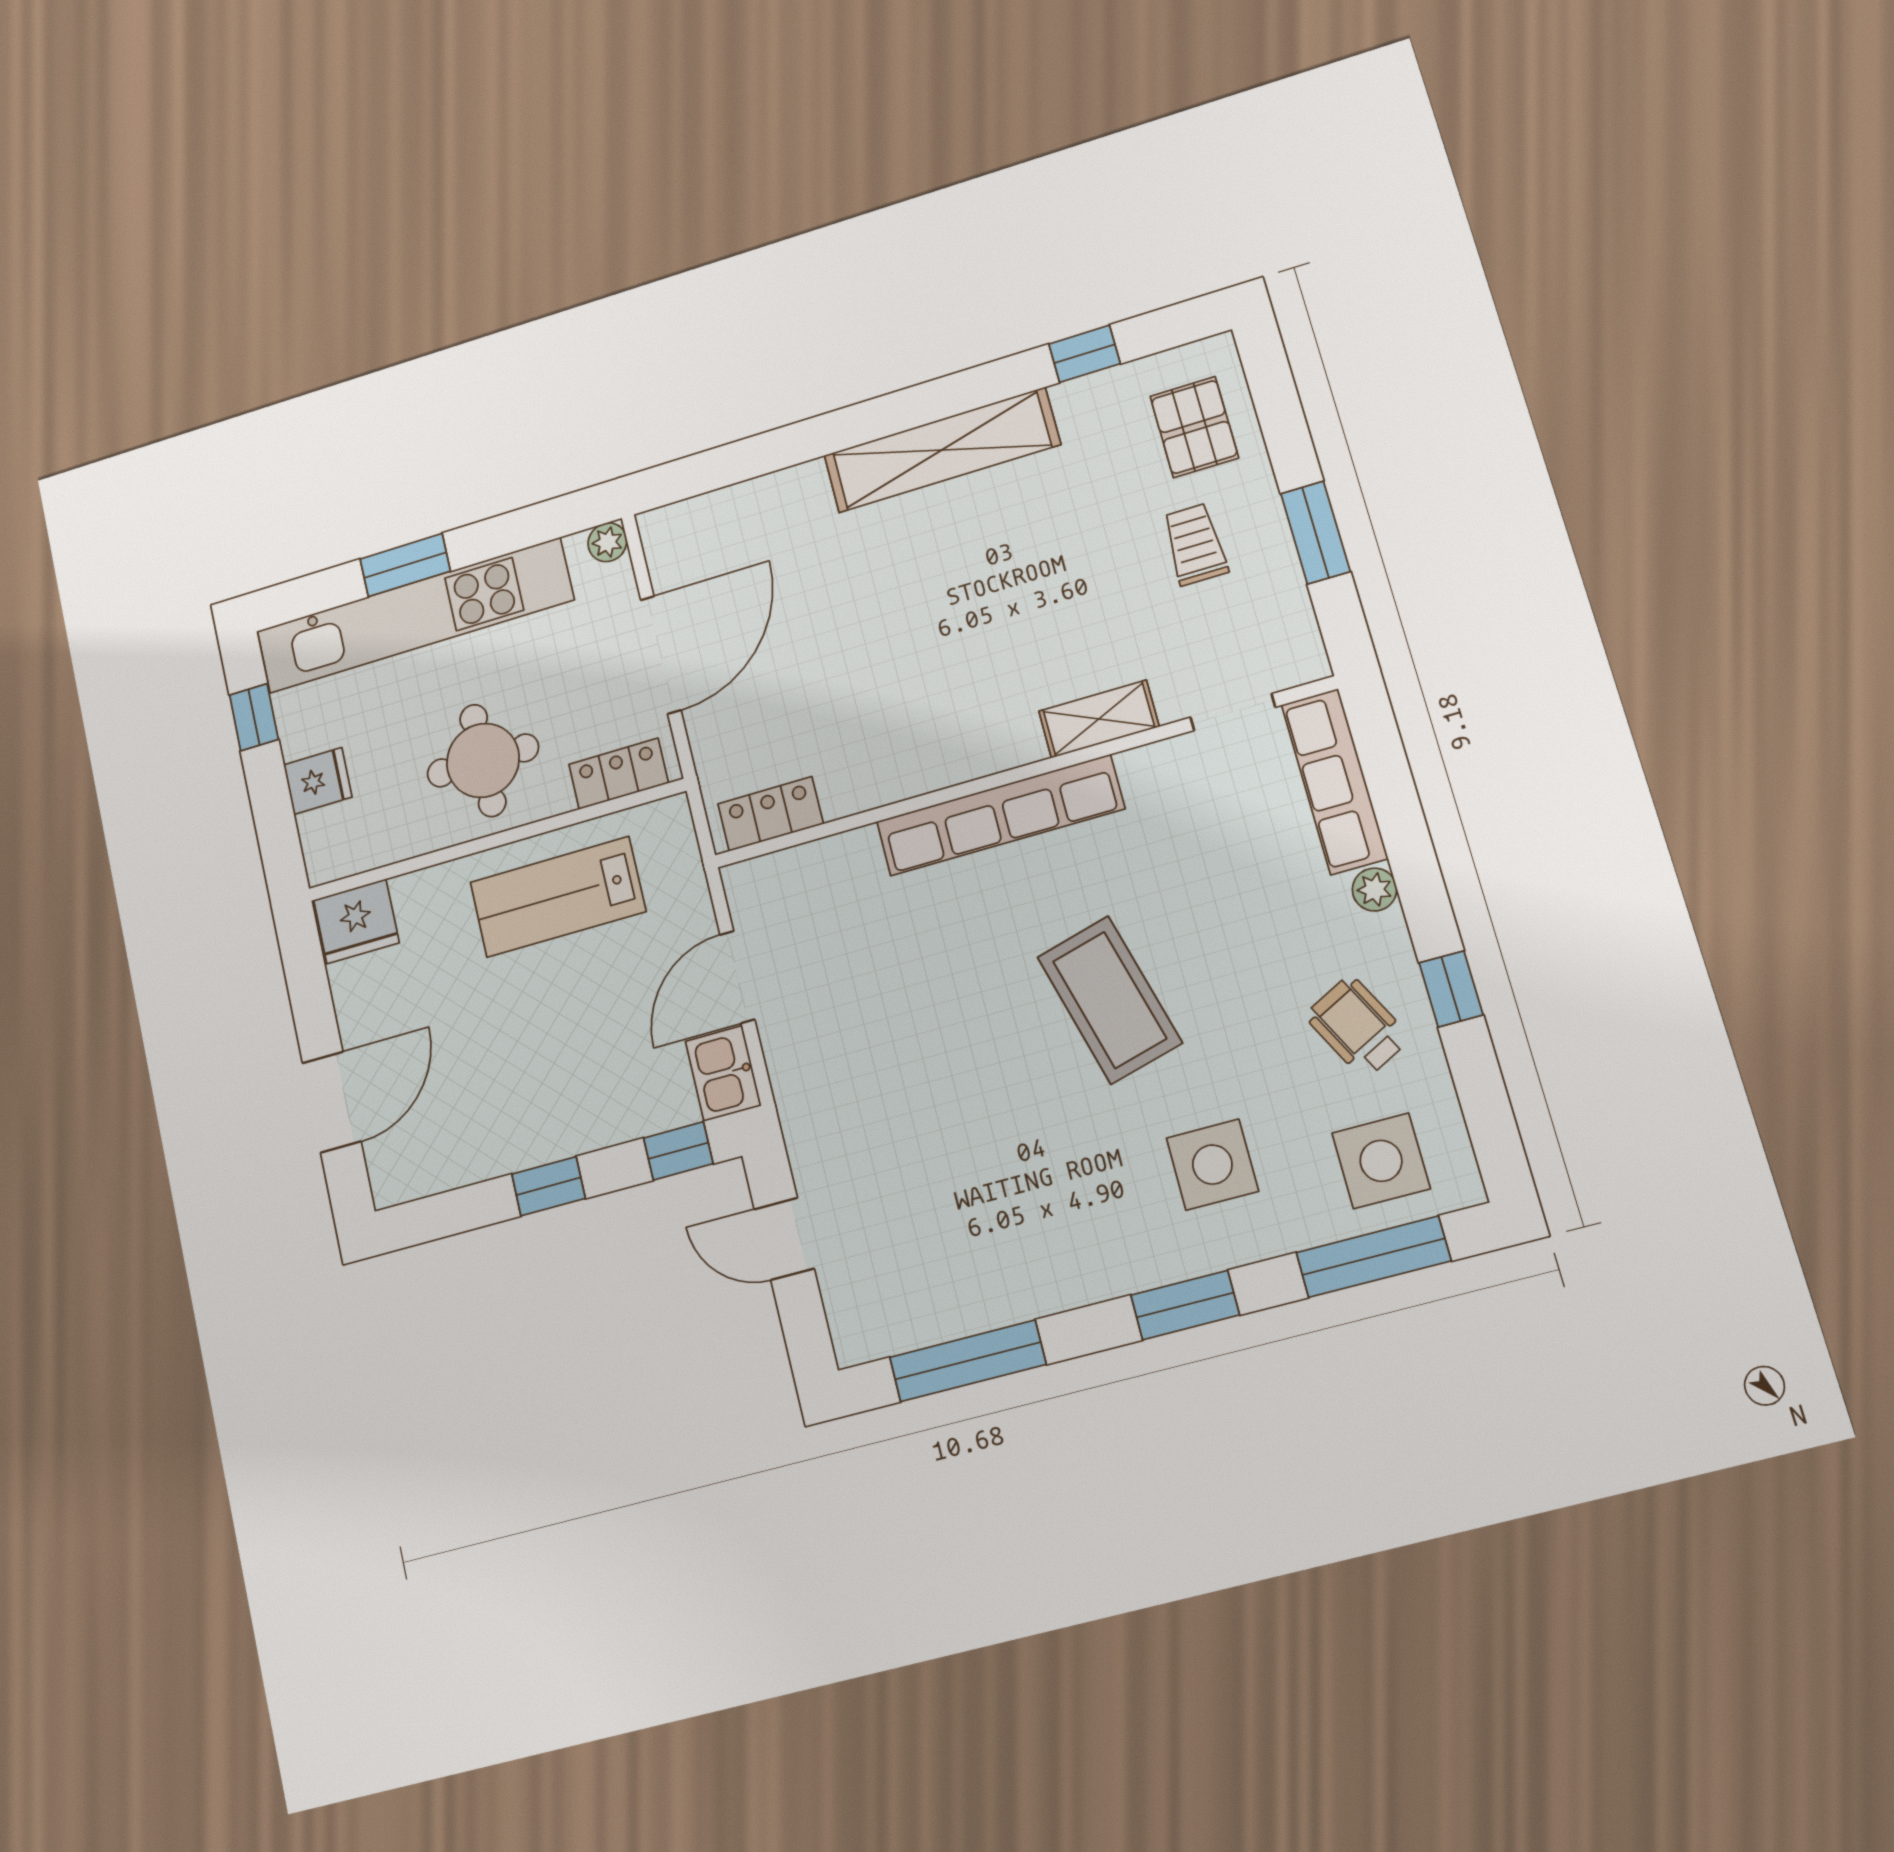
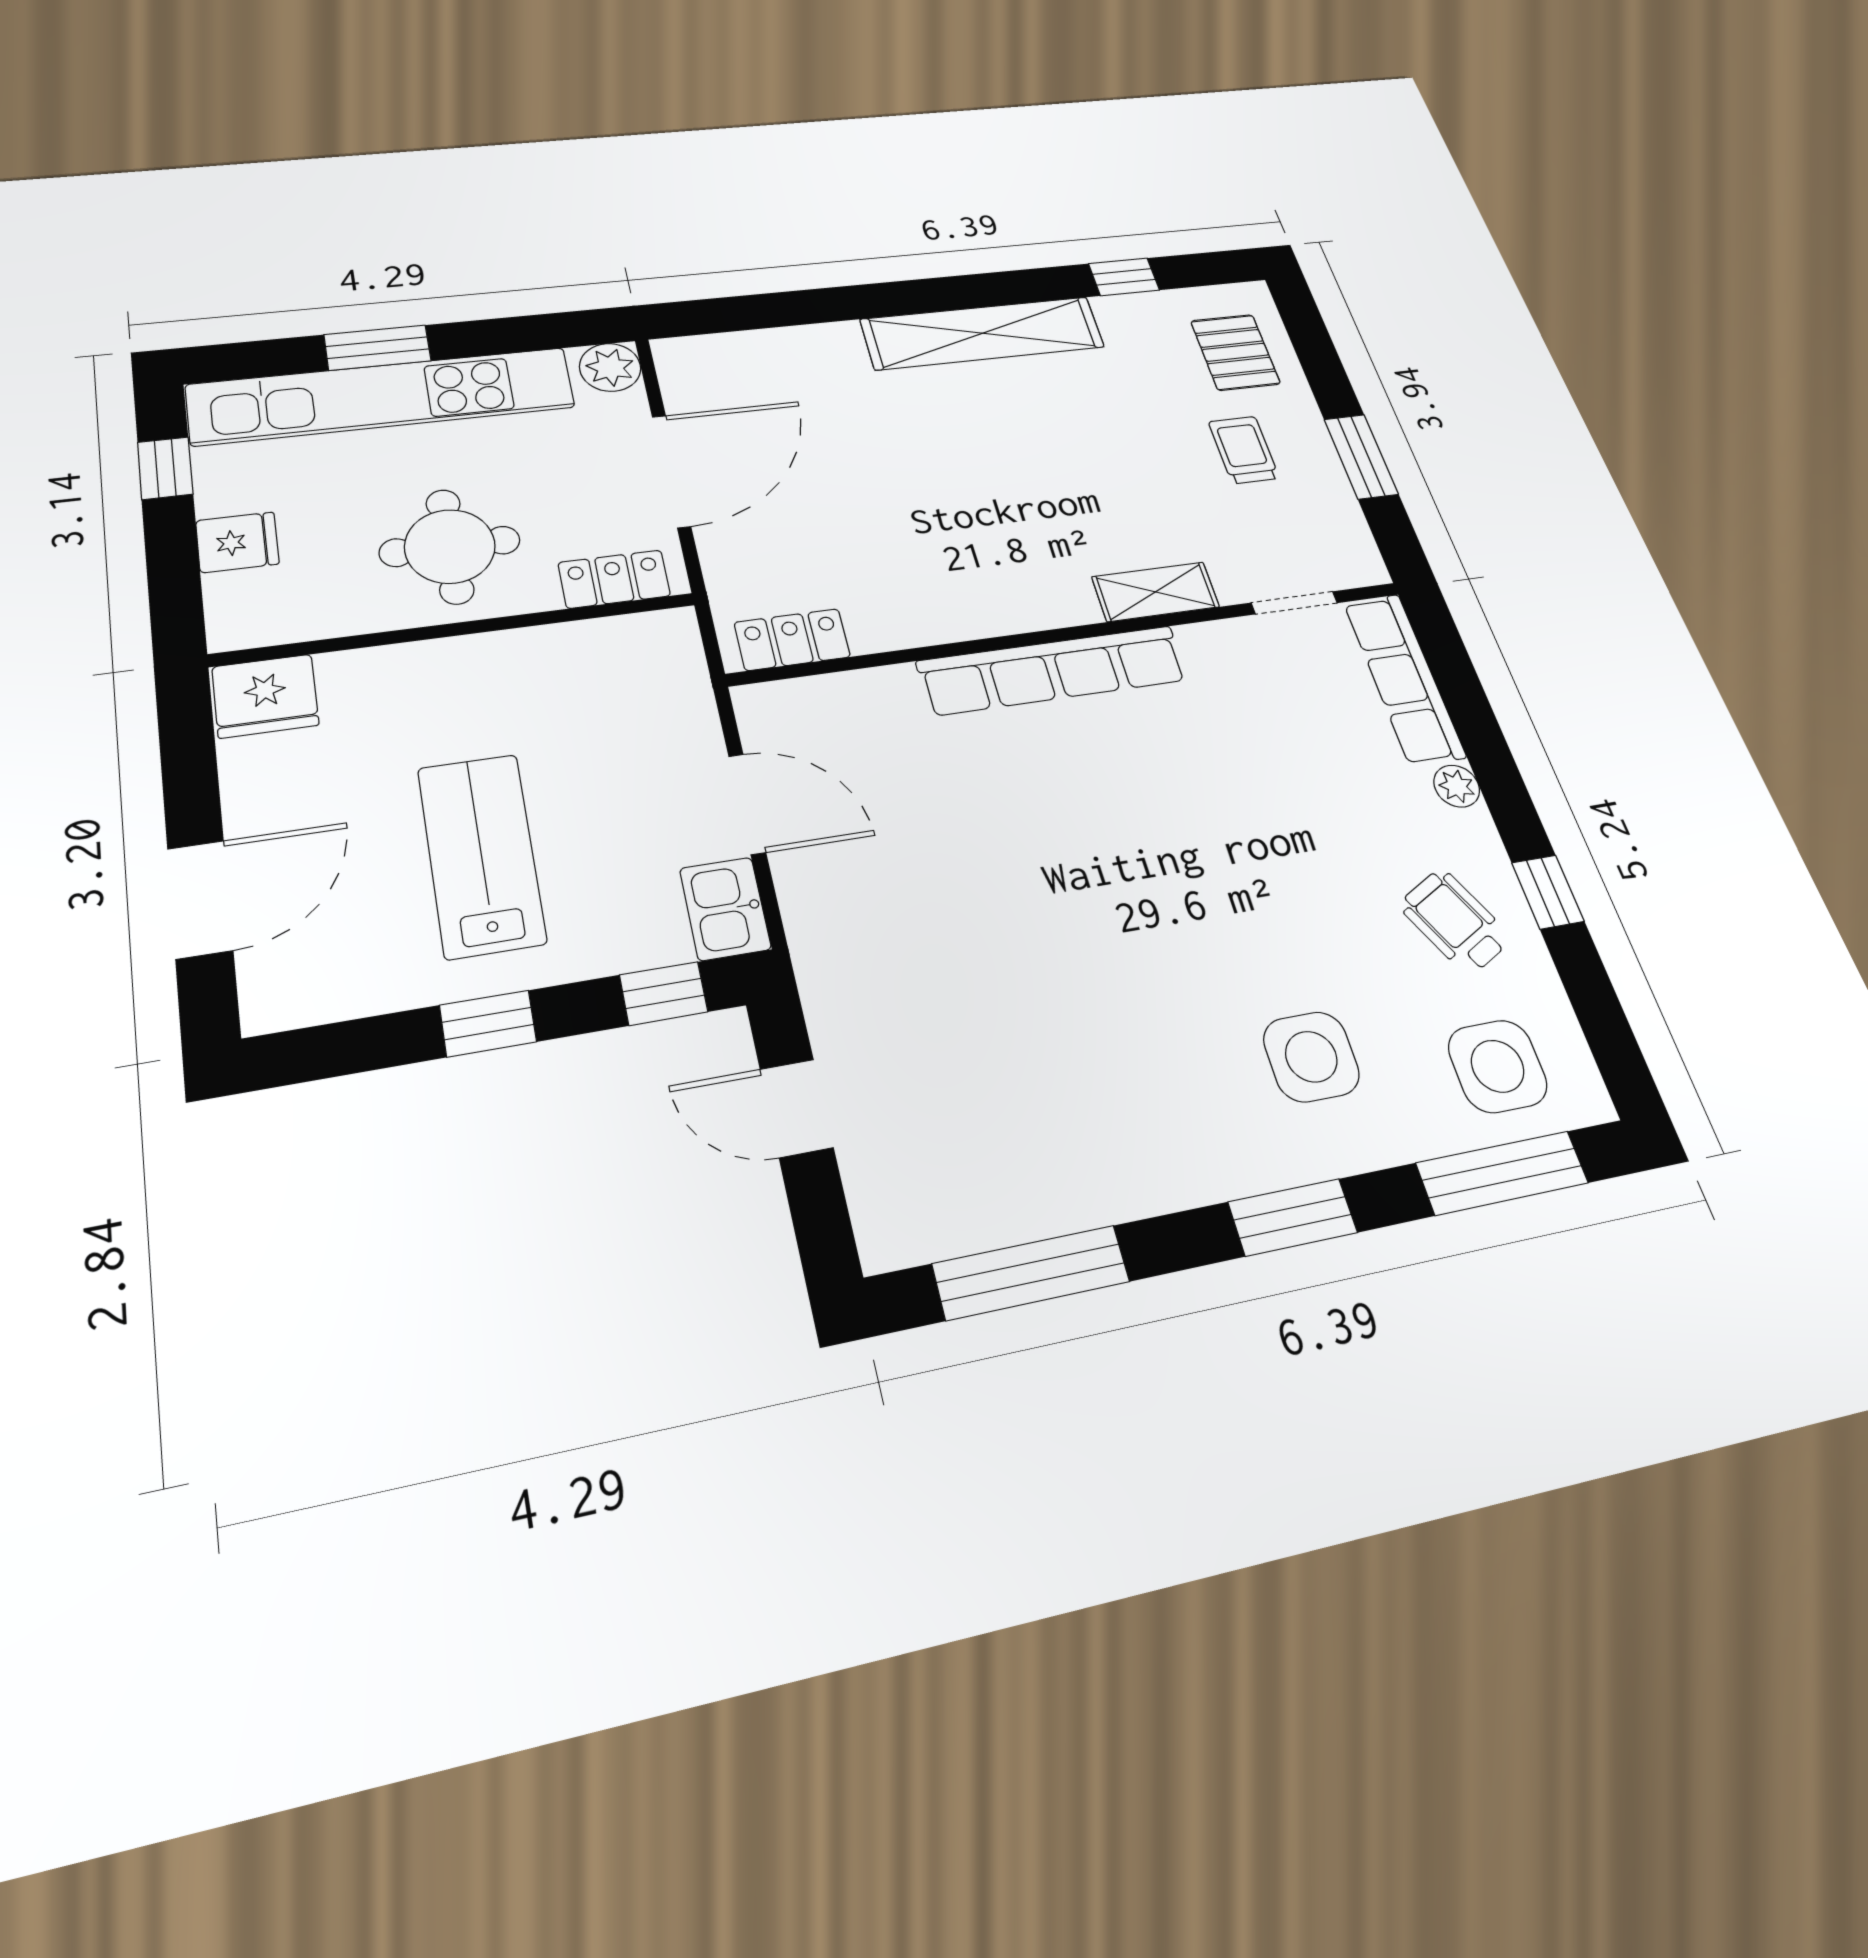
plant: (607, 542) -> (610, 367), width x1.38, depth x1.38
lab bench: (558, 897) -> (481, 855), moved, turned 90
door: (737, 977) -> (747, 804), swing flipped
coffee table: (1110, 1000) -> (1183, 869), removed

